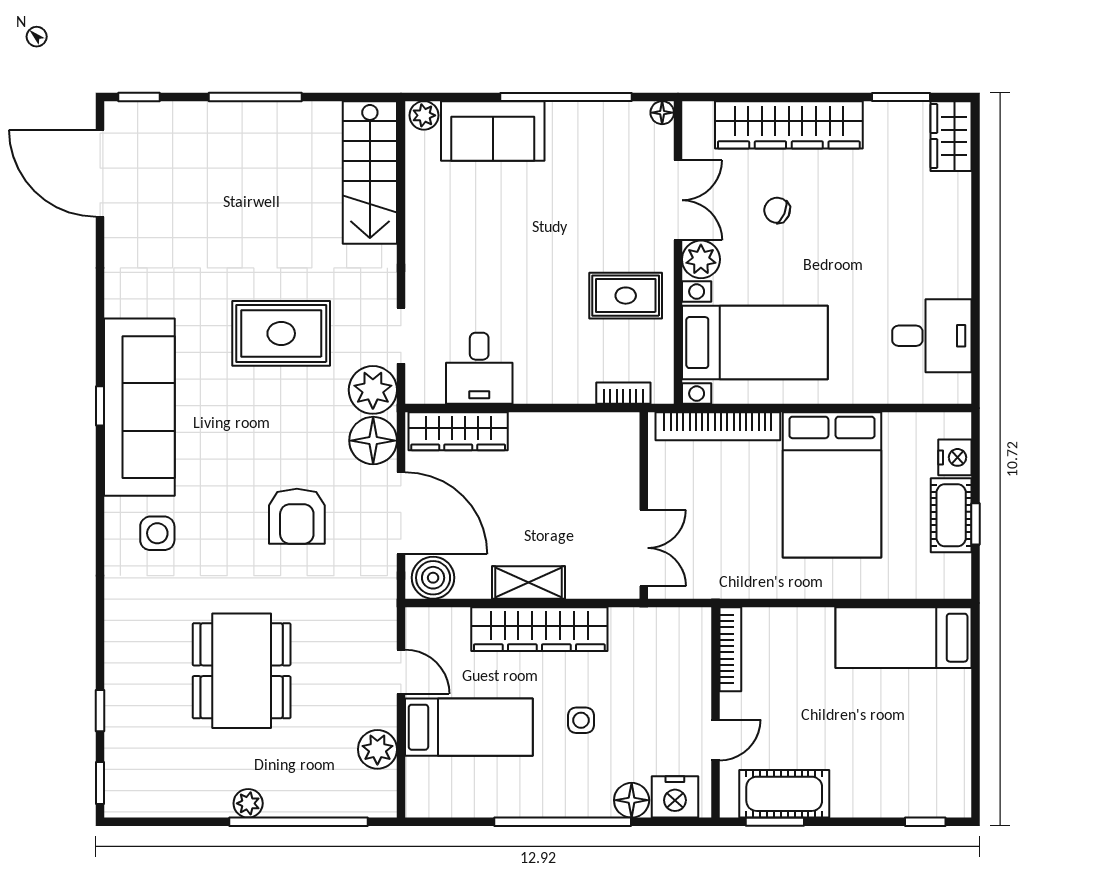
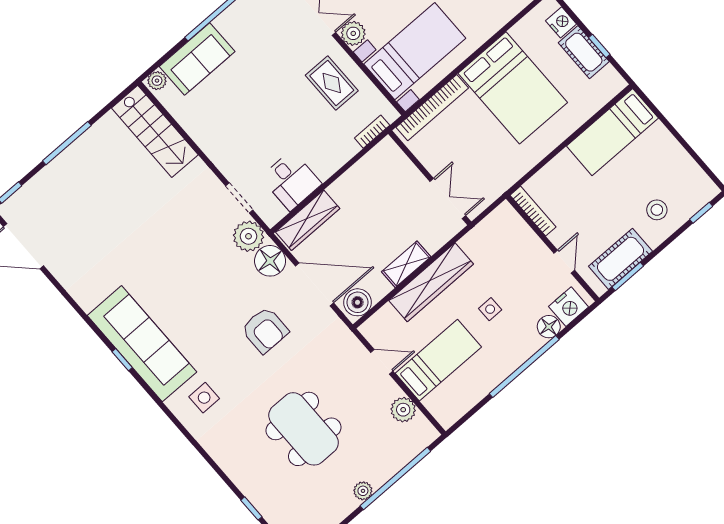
rug: (626, 296) -> (332, 83), turned 90
rug: (281, 333) -> (180, 248), removed
stool: (876, 773) -> (657, 210), added

